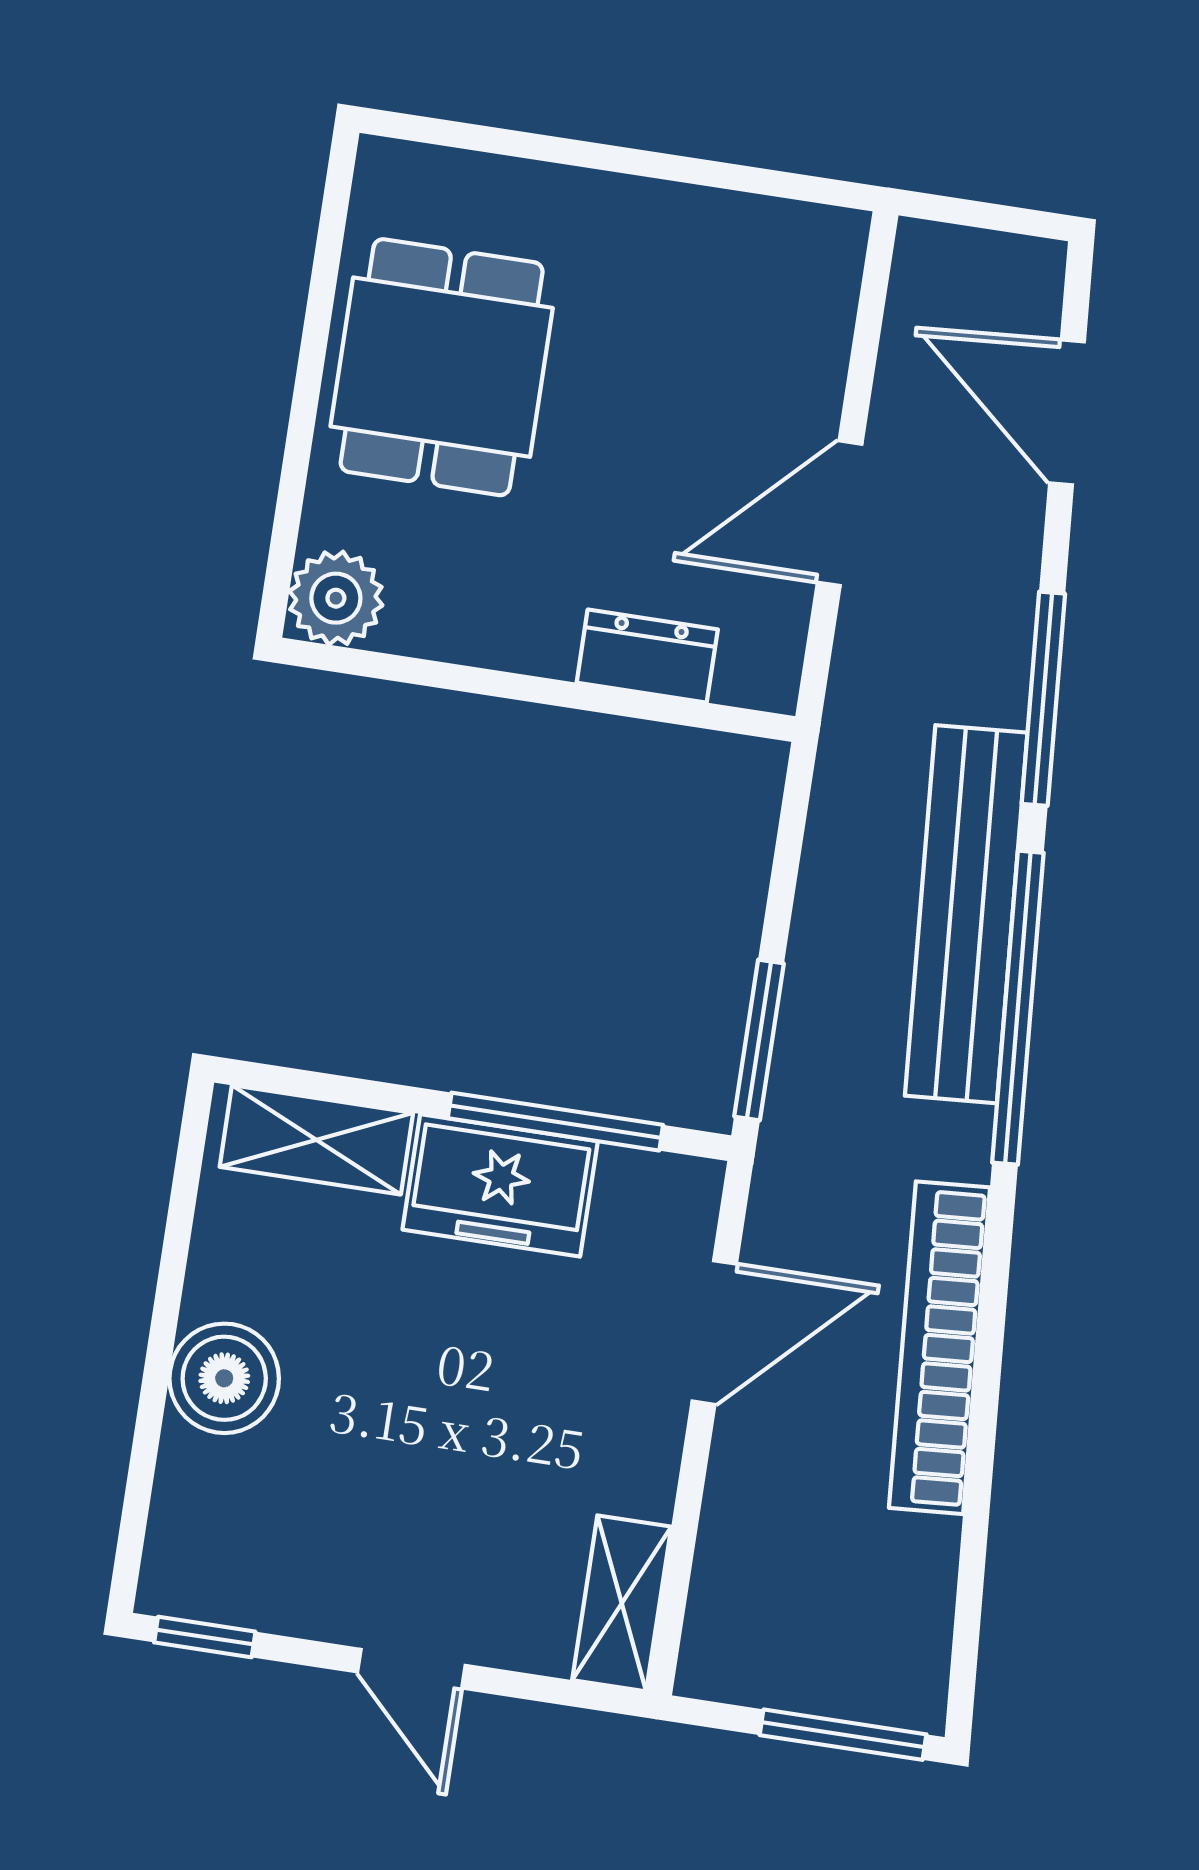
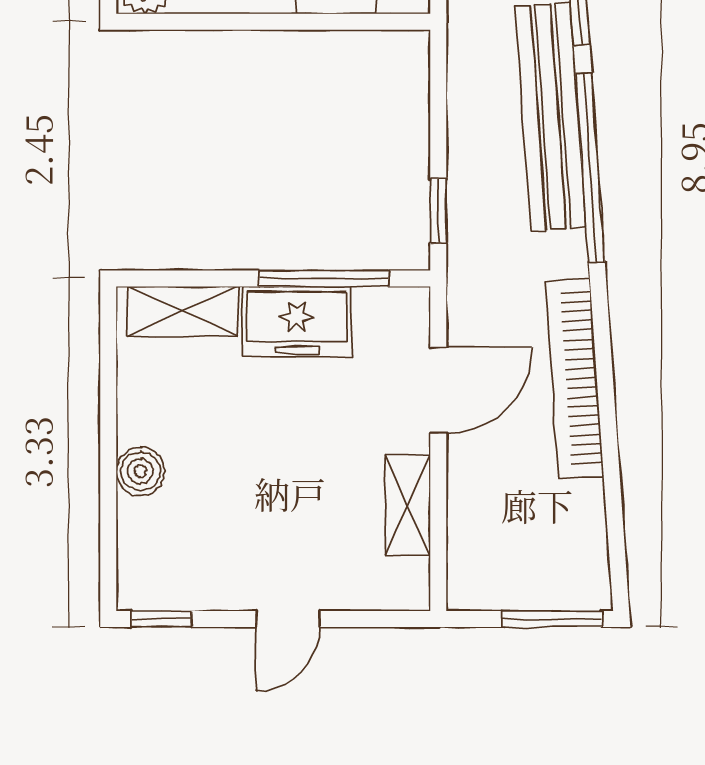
window: (759, 1040) -> (438, 211), width x0.67
boiler: (224, 1378) -> (140, 471), width x0.73, depth x0.73
shelving: (622, 1603) -> (408, 505), moved
door: (411, 1669) -> (288, 619), hinge flipped

